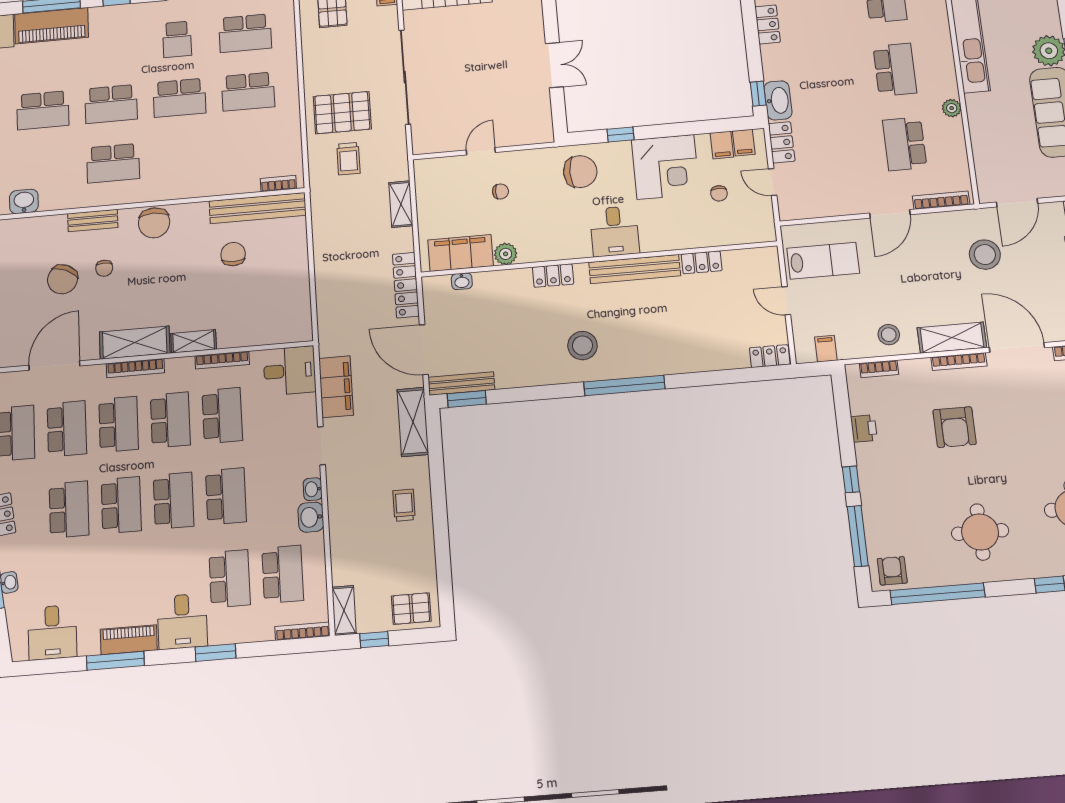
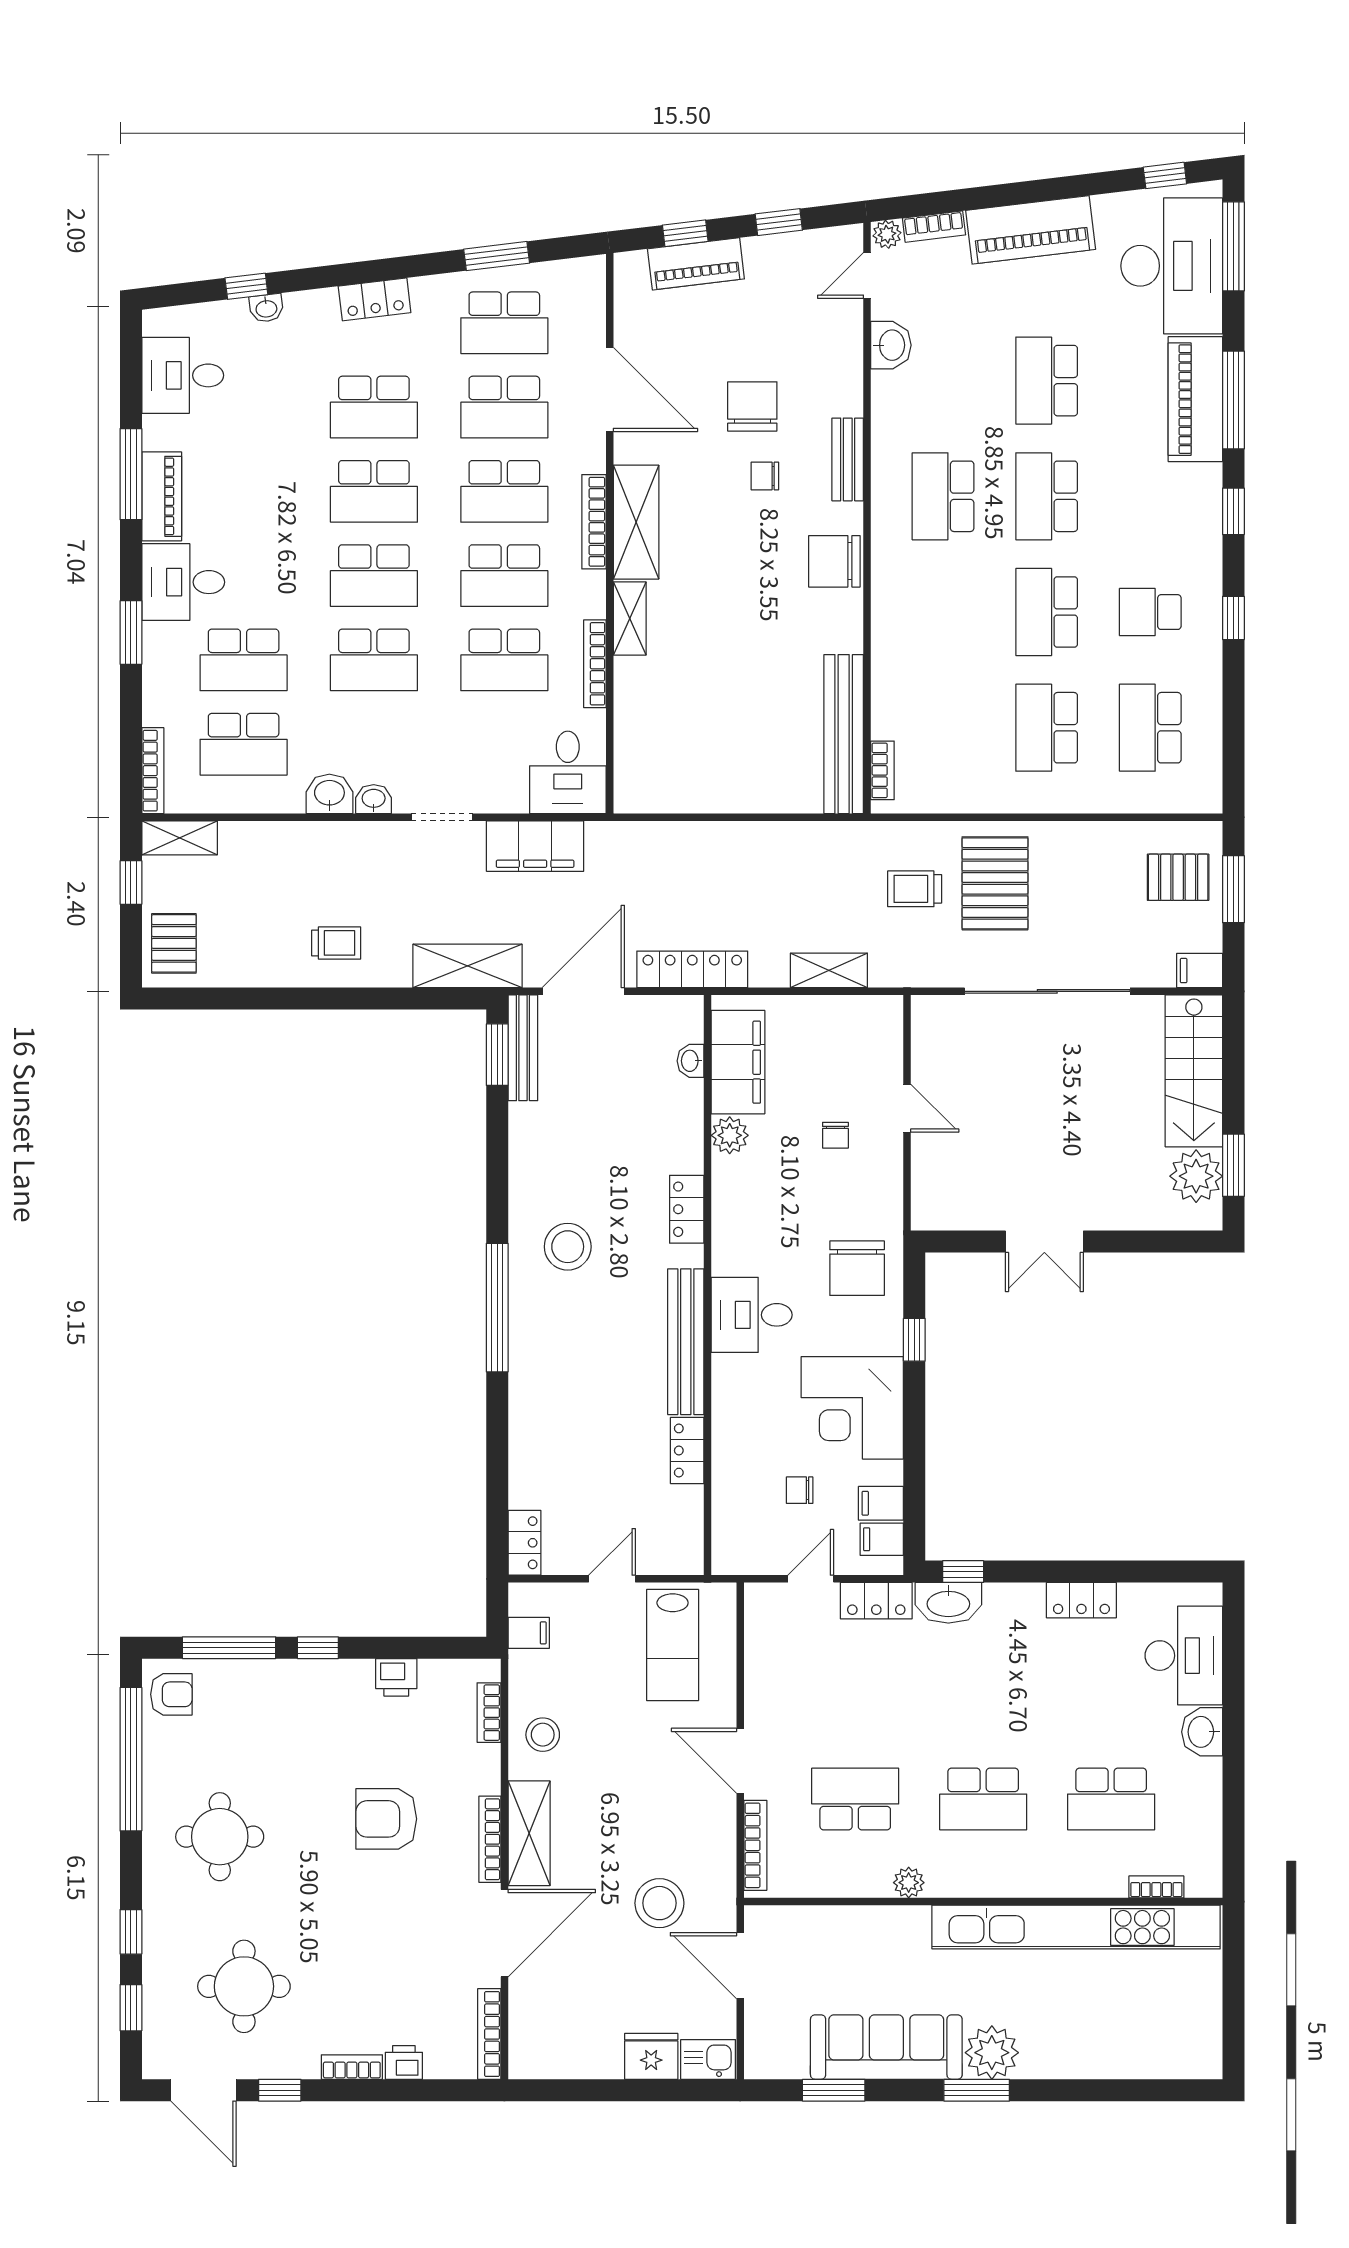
chair: (233, 254) -> (770, 690), removed
chair: (63, 279) -> (752, 406), turned 66

